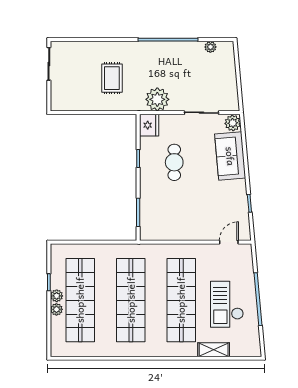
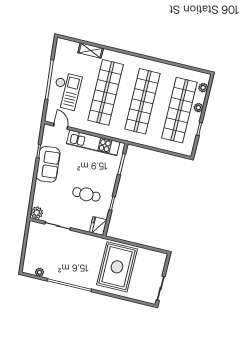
rug: (112, 78) -> (117, 267), width x1.86, depth x2.06
plant: (157, 99) -> (88, 243), removed
sofa: (230, 156) -> (48, 164), moved
cafe table: (174, 162) -> (86, 194), turned 90
kitchen unit: (181, 231) -> (93, 143), added
door: (229, 242) -> (61, 126), swing flipped
plant: (57, 296) -> (203, 88), moved
checkout: (227, 304) -> (66, 91), moved

